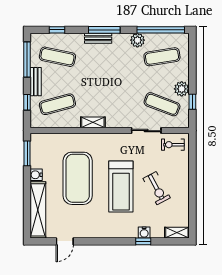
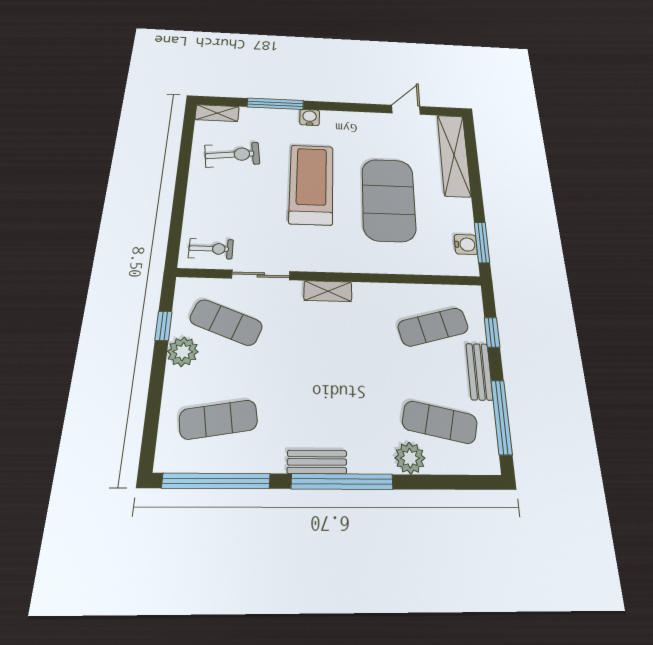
window: (57, 30) -> (445, 482), removed
window: (104, 30) -> (342, 482), width x1.46
bench: (98, 38) -> (317, 462), moved
plant: (137, 40) -> (410, 458), moved
shelving: (93, 122) -> (328, 291), moved
water cooler: (36, 175) -> (466, 244), moved
exercise bike: (157, 188) -> (232, 155), moved, turned 111
water cooler: (144, 232) -> (310, 117), moved
window: (143, 241) -> (275, 104), width x2.17

